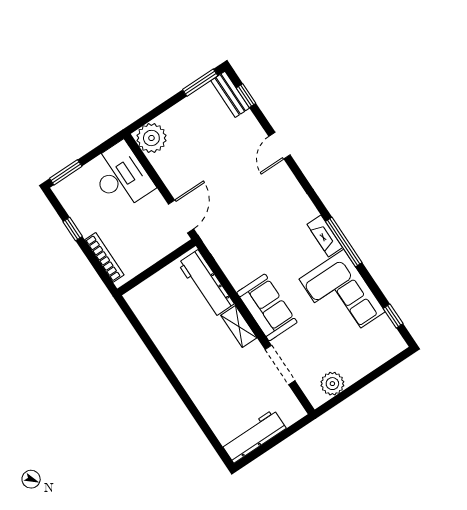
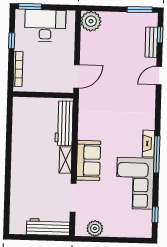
bench: (230, 94) -> (151, 42), moved
desk: (121, 176) -> (45, 26), moved, turned -90
workbench: (254, 436) -> (48, 227), moved

